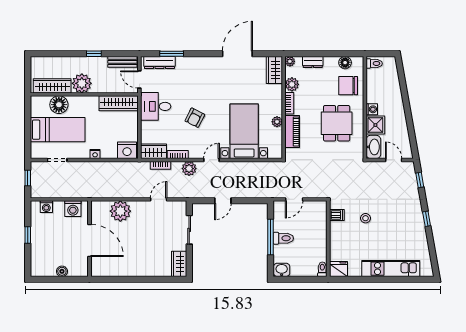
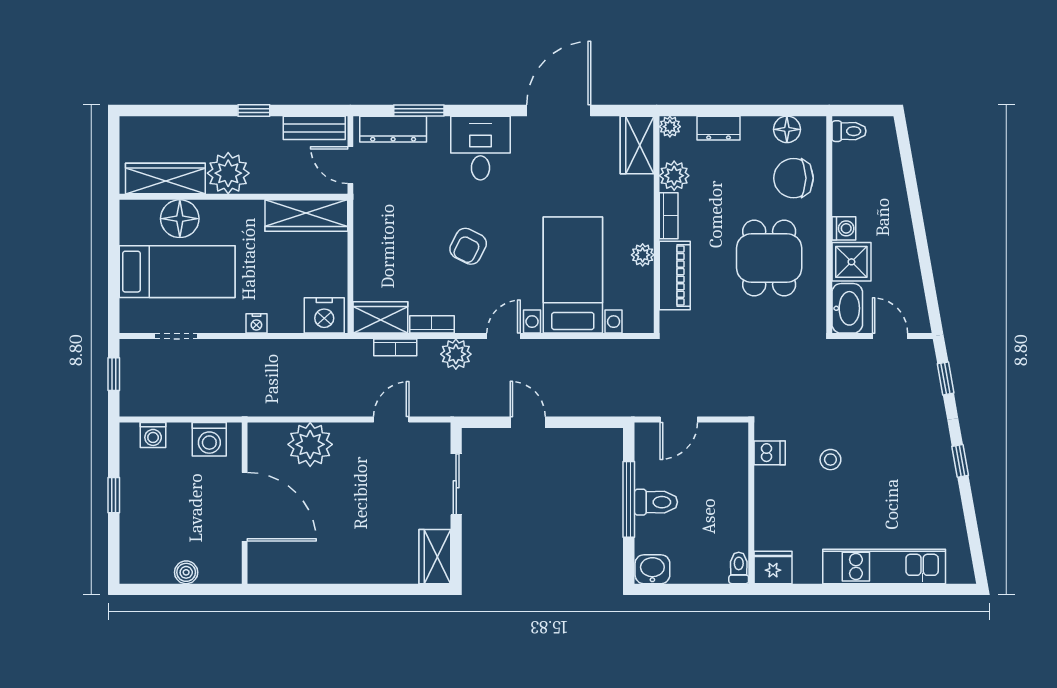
desk: (156, 106) -> (480, 148), moved, turned 90
door: (223, 201) -> (528, 422), swing flipped

